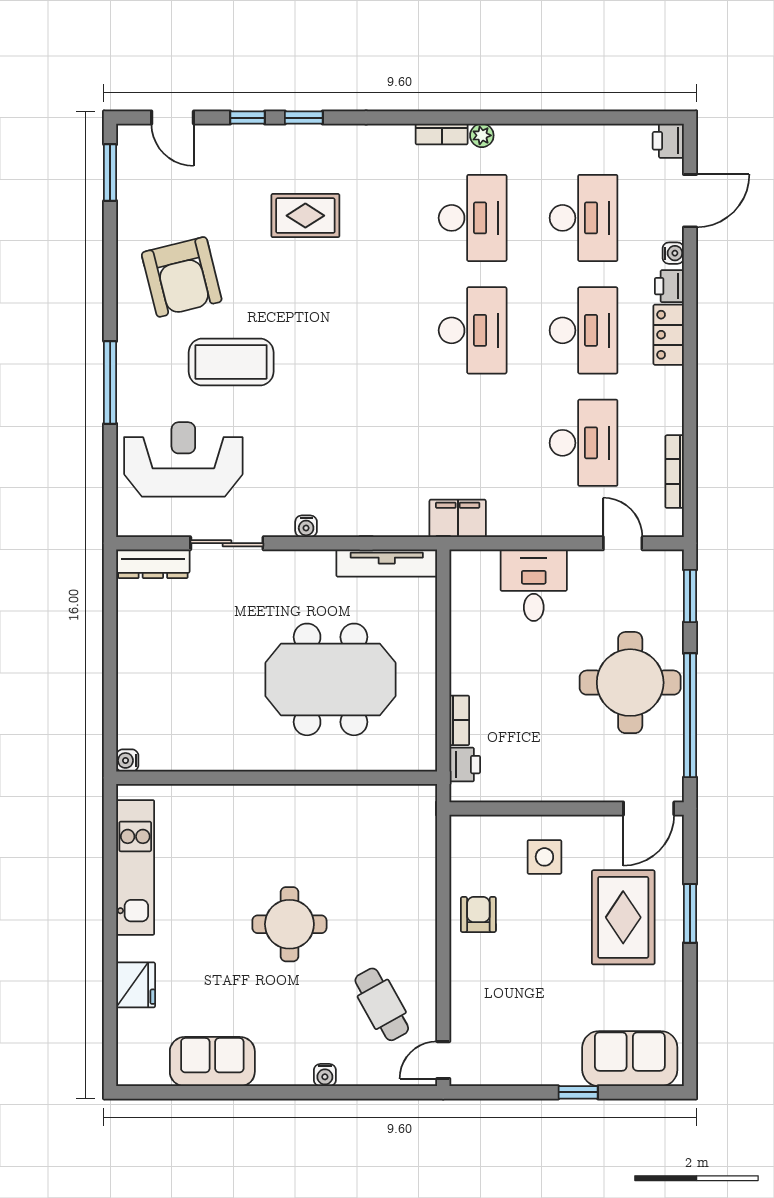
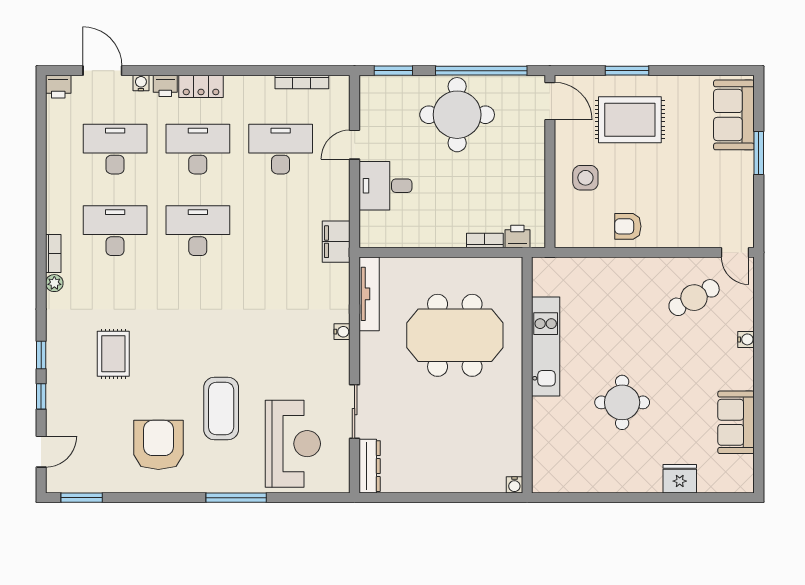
plant: (482, 135) -> (54, 283), moved
armchair: (182, 277) -> (158, 445), turned -76
reception desk: (183, 459) -> (293, 444), turned 180
water cooler: (306, 526) -> (342, 332), moved
door: (623, 543) -> (355, 145), moved
meeting table: (330, 679) -> (455, 335), turned 90
kitchen unit: (135, 867) -> (546, 346), moved, turned 90
round table: (289, 924) -> (622, 402), moved
window: (578, 1092) -> (759, 153), width x1.50

